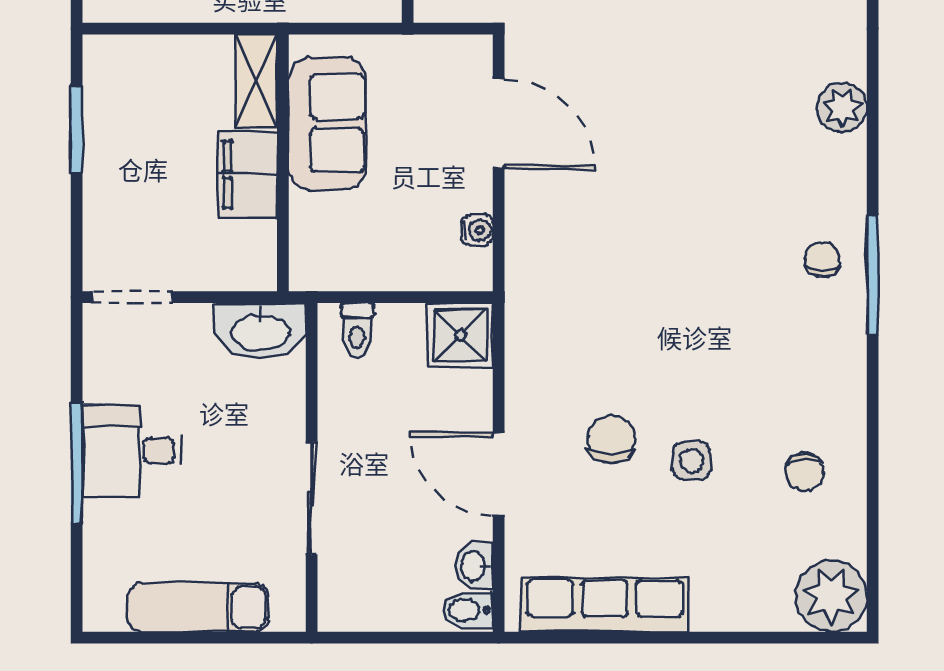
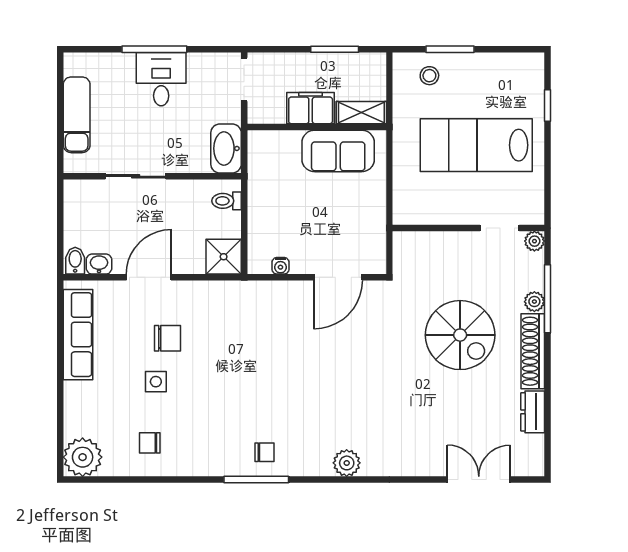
shelving: (256, 81) -> (361, 113), moved
sofa: (327, 123) -> (338, 151), moved
wall: (283, 163) -> (317, 127), moved
filing cabinet: (248, 174) -> (311, 108), moved

